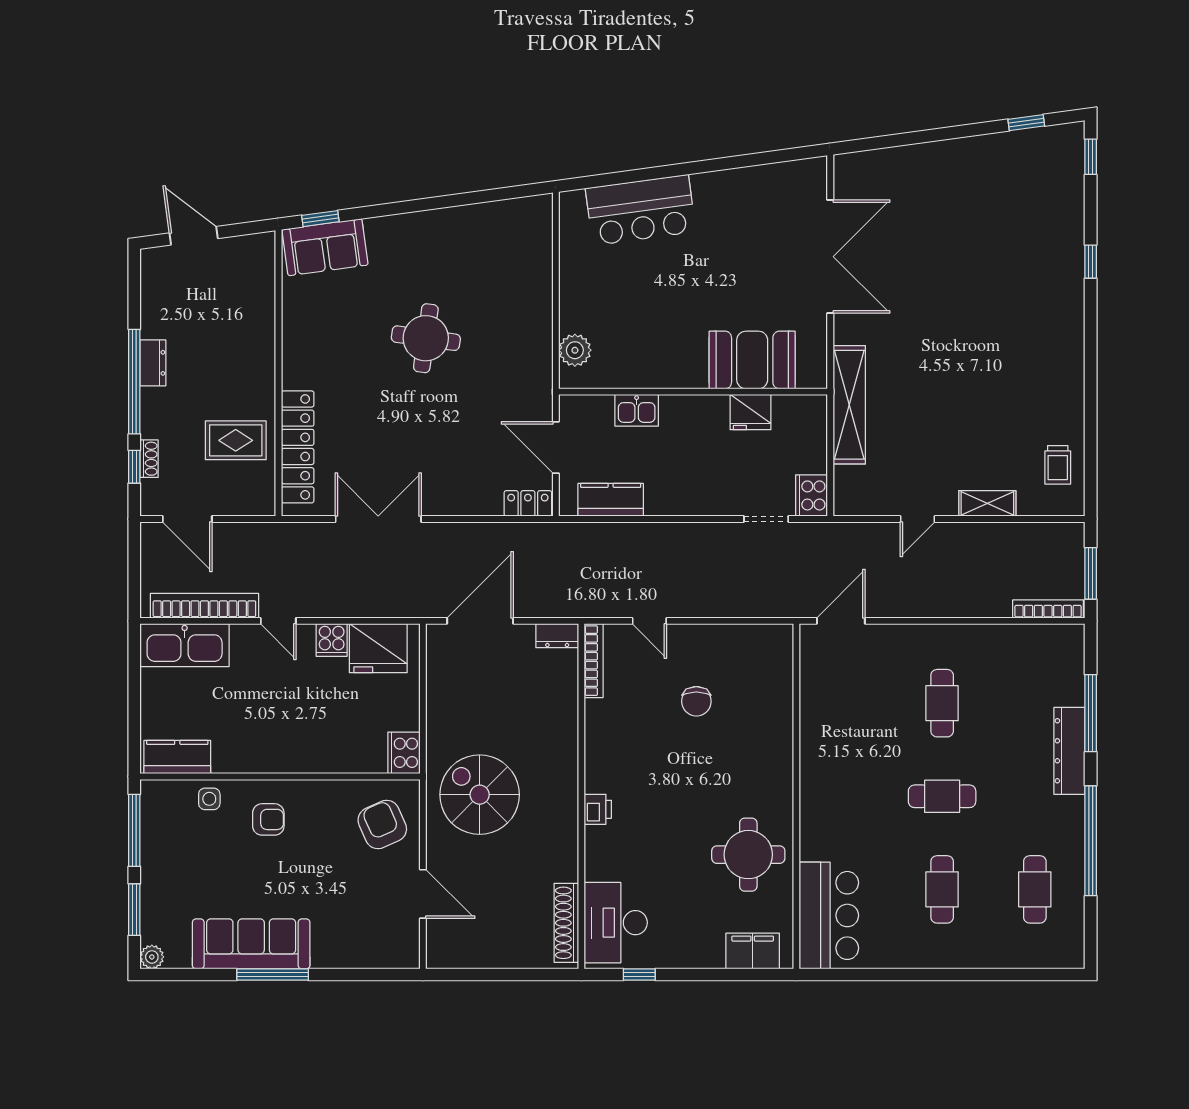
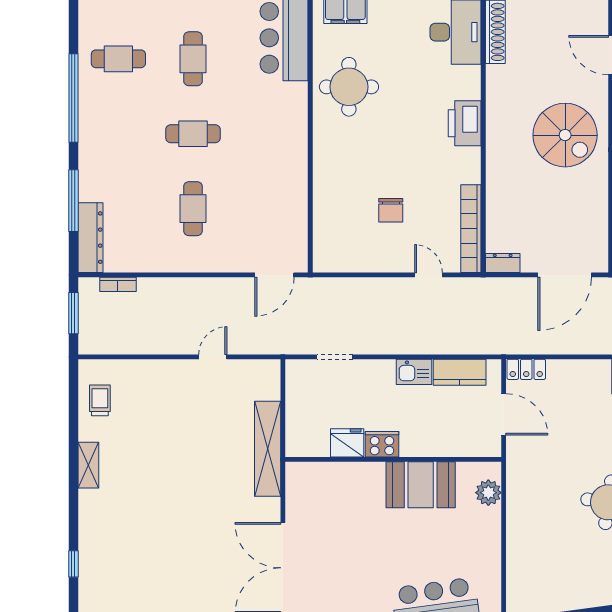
booth: (752, 360) -> (421, 485), moved
kitchen sink: (637, 410) -> (414, 372), moved, turned 180
cooker: (812, 495) -> (382, 444), moved, turned -90
shelving: (987, 503) -> (88, 465), moved, turned 90
bookcase: (1048, 609) -> (118, 284), width x0.64
bookcase: (594, 661) -> (471, 229), width x1.48, depth x1.31
chair: (696, 701) -> (391, 210), turned 180
dresser: (1069, 751) -> (91, 238), moved
printer: (598, 809) -> (465, 123), width x1.87, depth x1.48
cafe table: (1035, 889) -> (118, 59), turned 90

